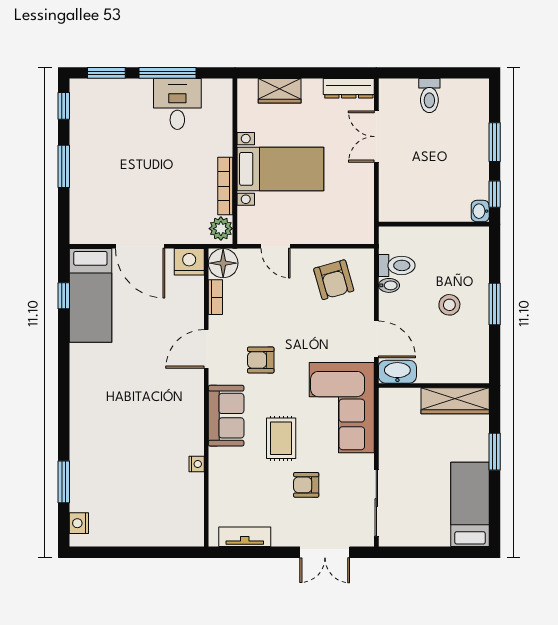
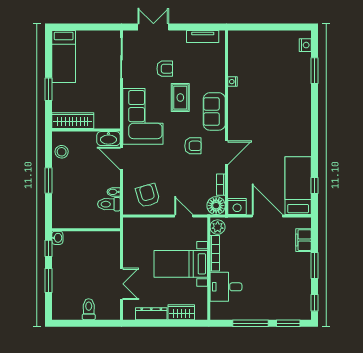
dresser: (349, 88) -> (151, 314), moved
desk: (177, 104) -> (226, 287), moved, turned 90
filing cabinet: (82, 207) -> (304, 240), added
stool: (449, 305) -> (62, 152), moved

